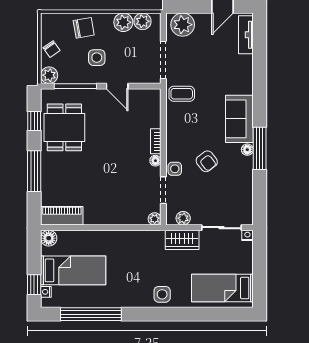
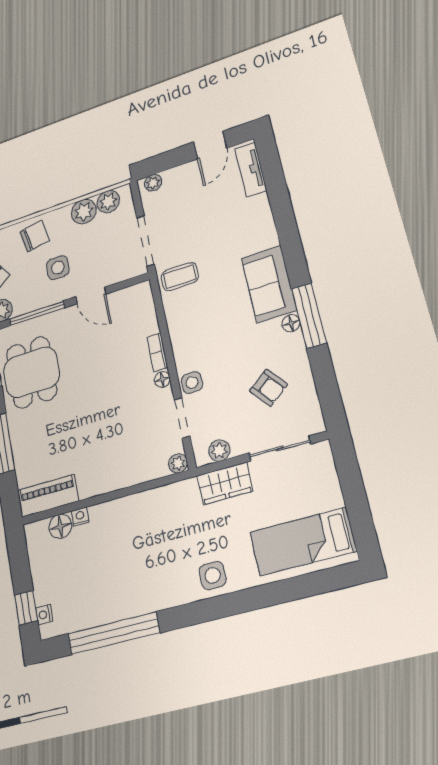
plant: (183, 25) -> (153, 183), width x0.53, depth x0.53
armchair: (207, 161) -> (269, 388), moved
nightstand: (247, 235) -> (80, 517), moved
floor lamp: (49, 238) -> (60, 526), moved
bed: (73, 270) -> (77, 572), removed

